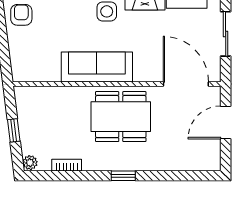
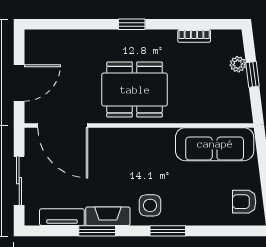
armchair: (21, 15) -> (244, 202), turned 90
sofa: (97, 67) -> (215, 144), moved
plant: (30, 163) -> (238, 64), moved

